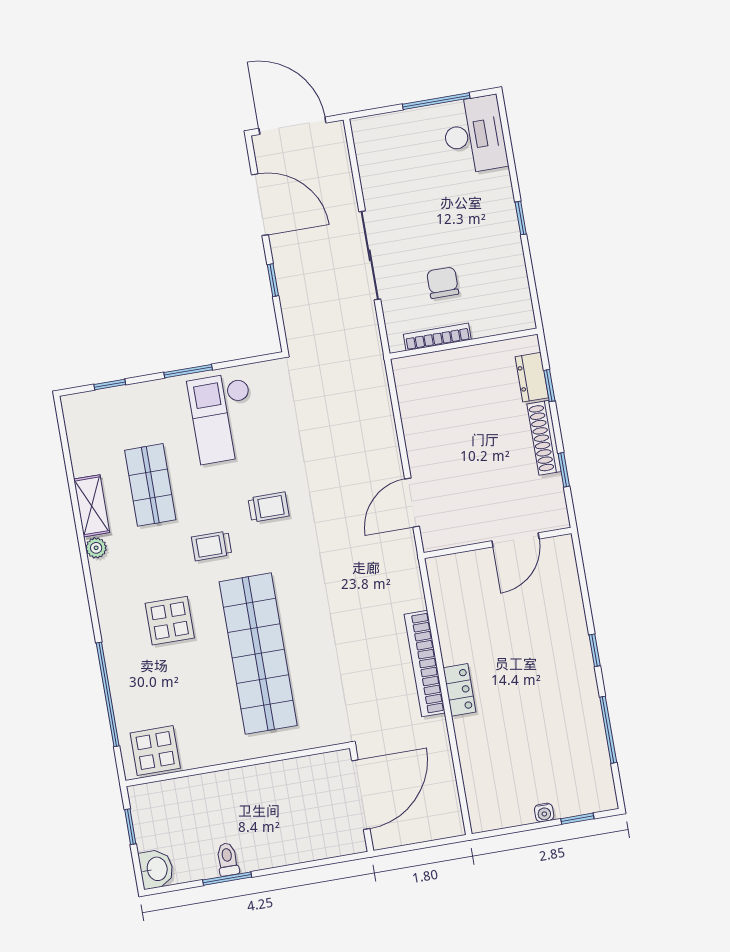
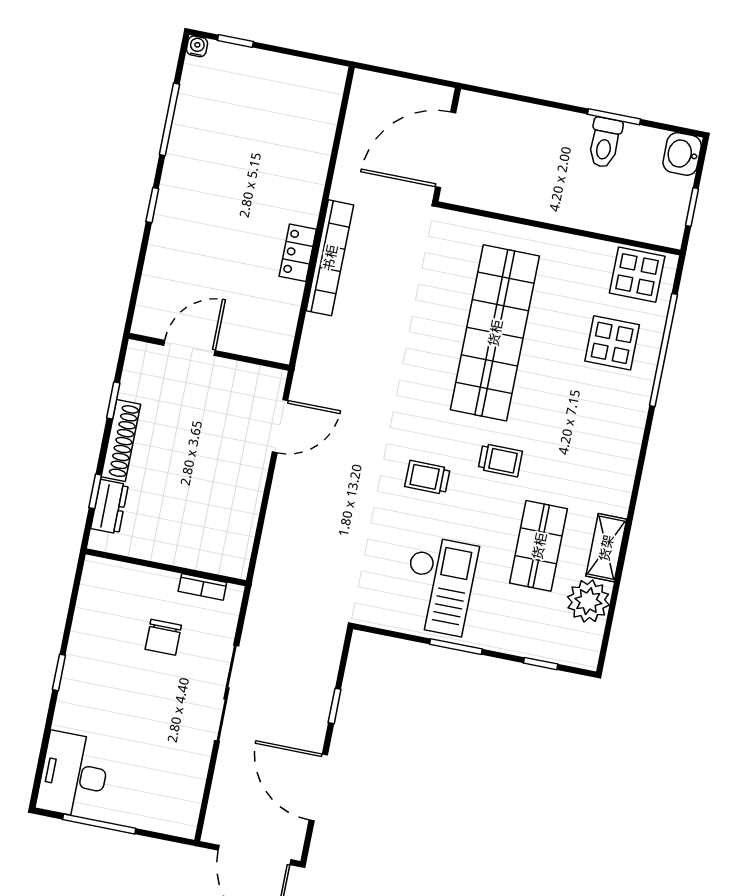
bookcase: (437, 337) -> (202, 587), width x0.64
plant: (96, 548) -> (588, 601), moved, width x1.88, depth x1.88
display table: (170, 621) -> (612, 343), moved
locker: (459, 690) -> (298, 253), moved
water cooler: (544, 813) -> (197, 46), moved
toilet: (227, 859) -> (605, 143), width x1.37, depth x1.39

